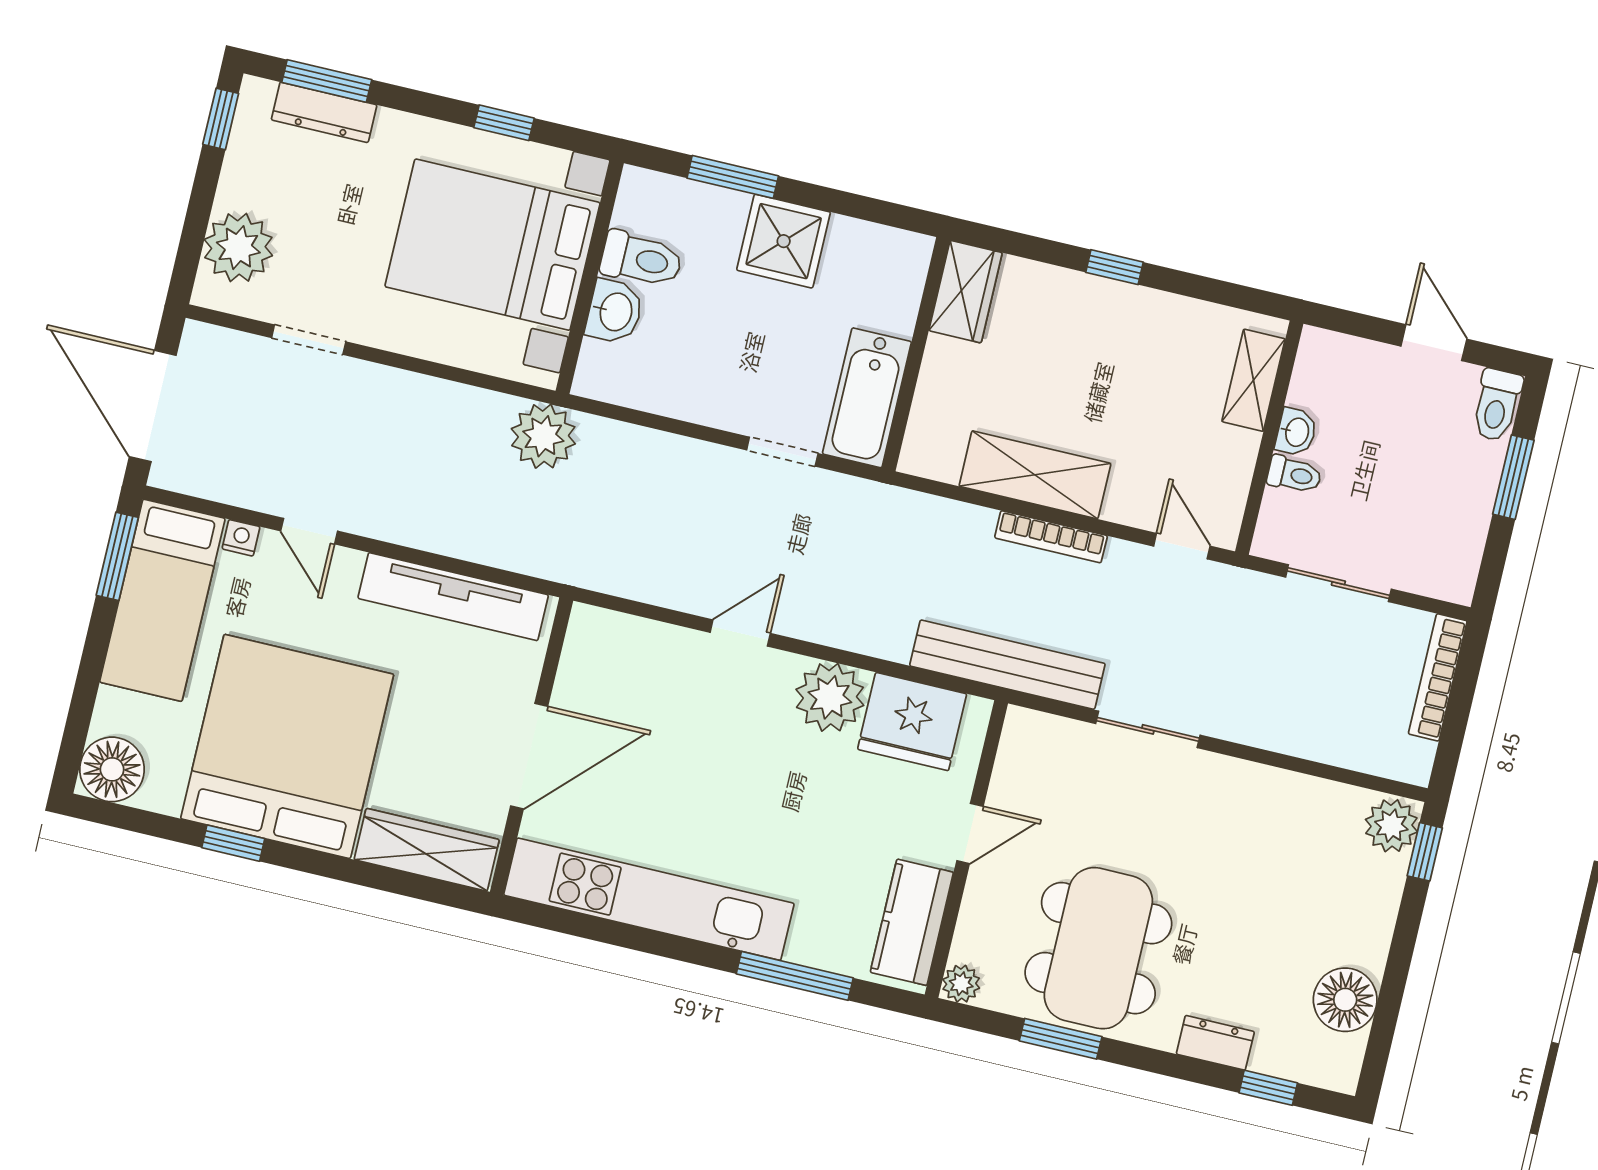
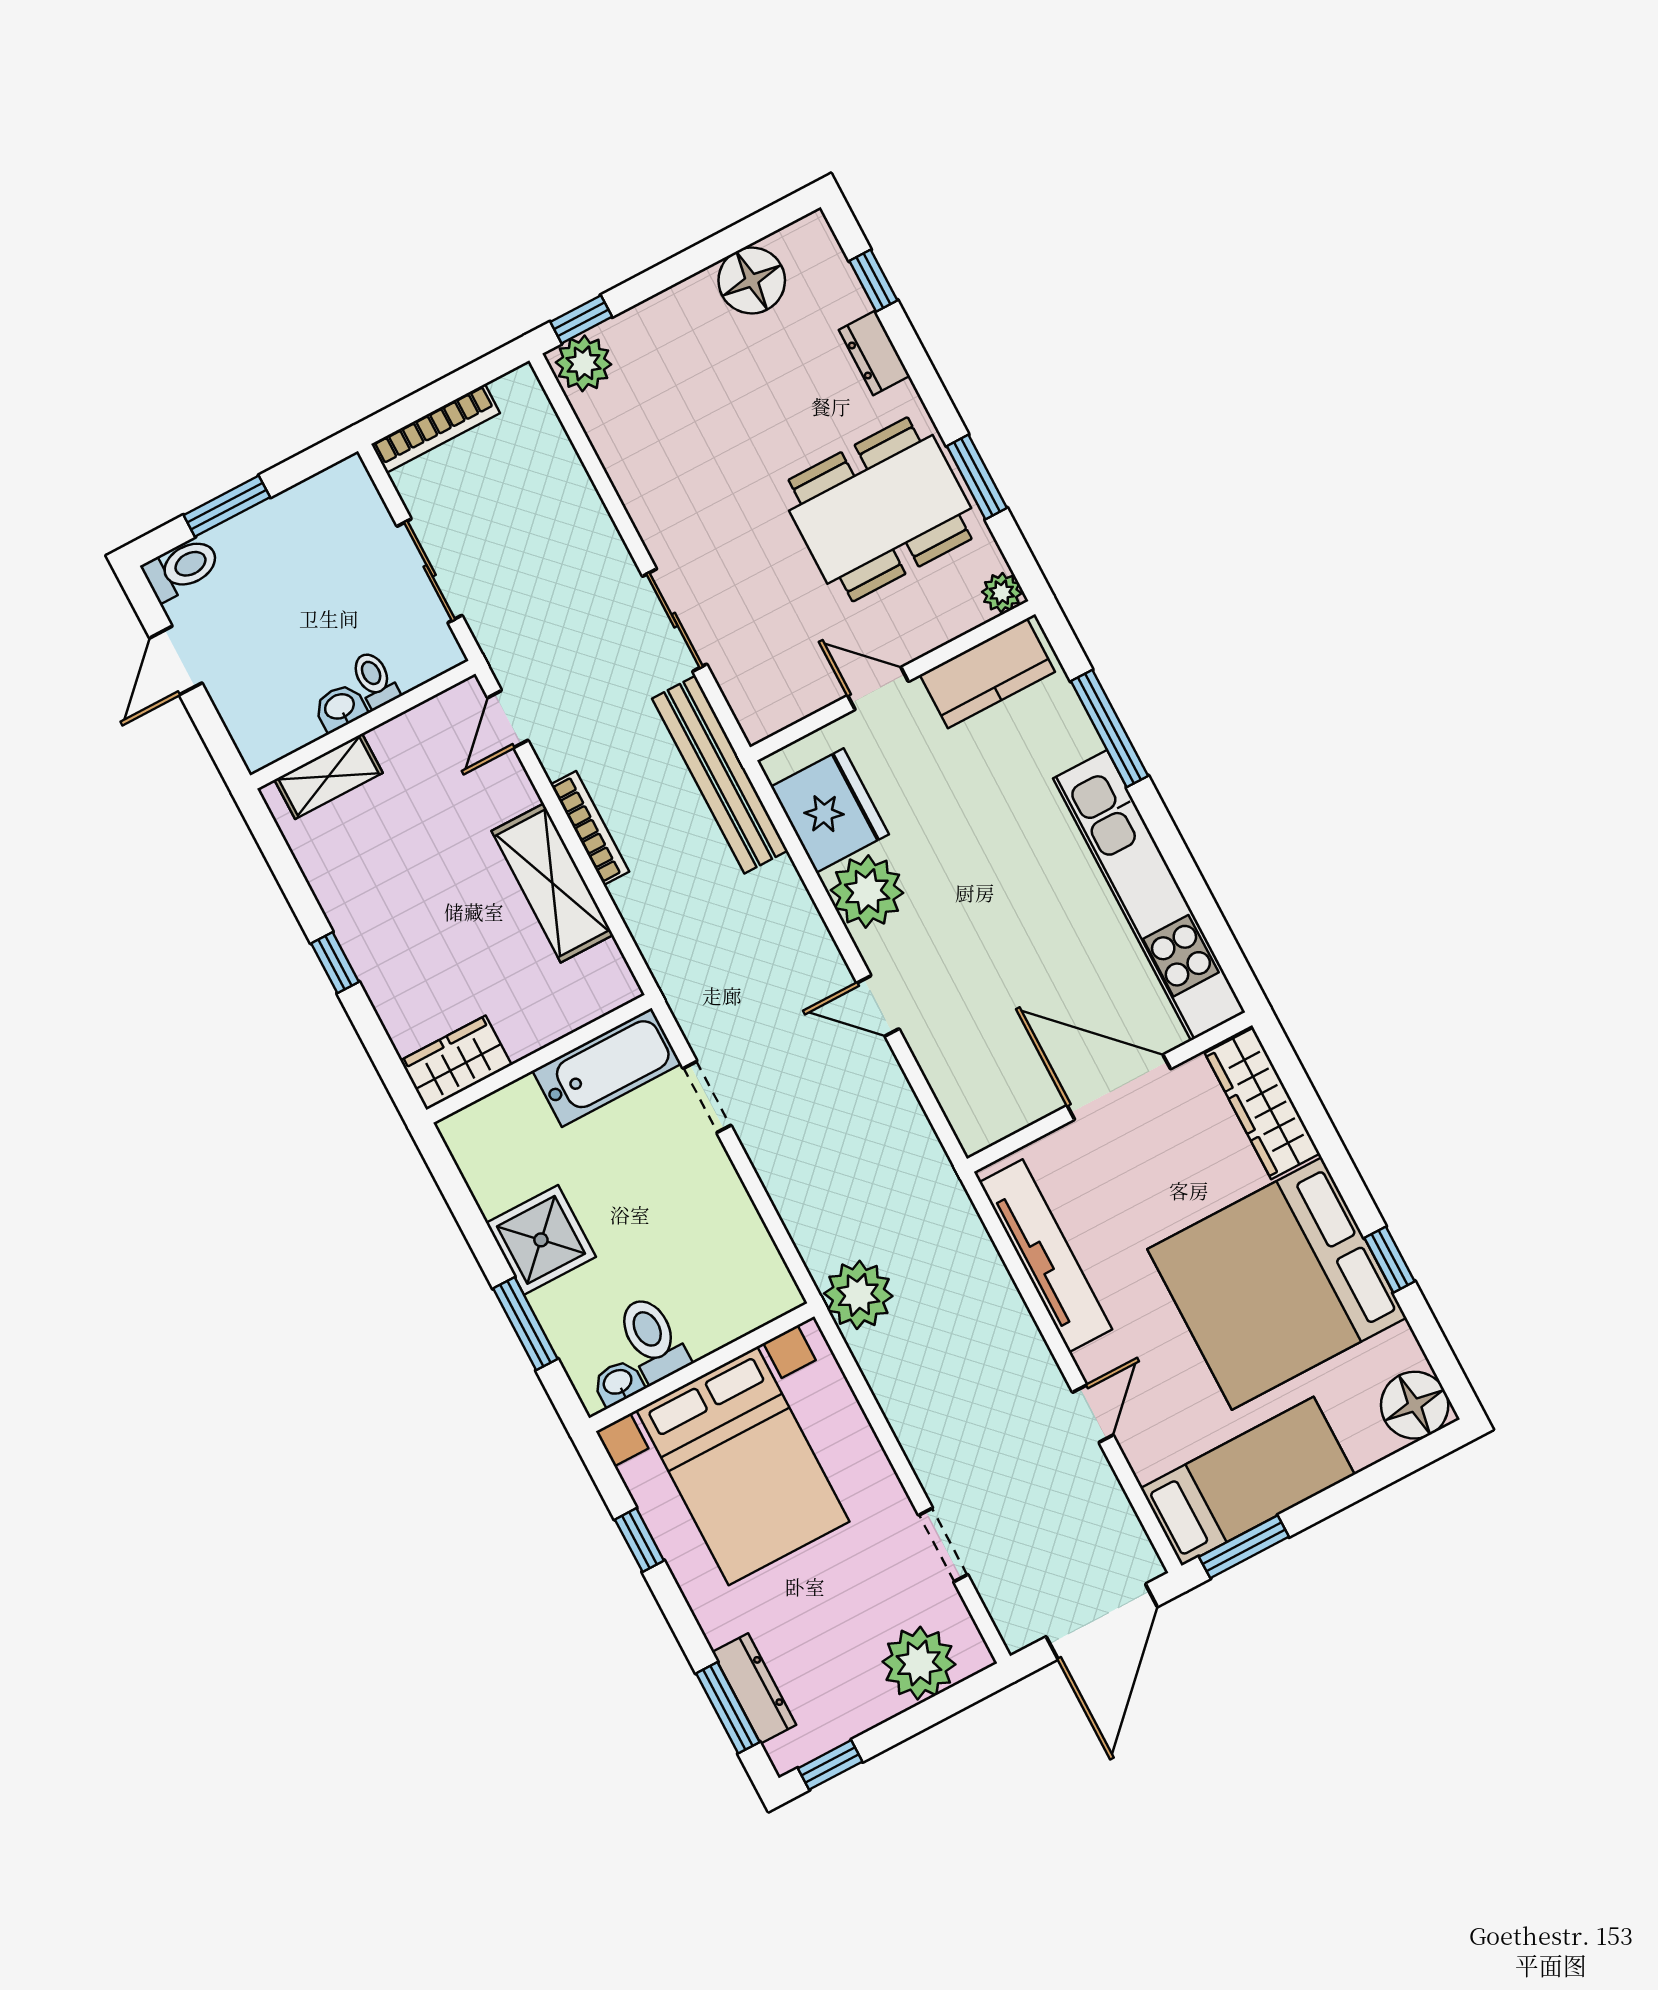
washbasin: (615, 312) -> (618, 1383), moved, width x0.72, depth x0.69
nightstand: (241, 538) -> (1145, 1462), removed

